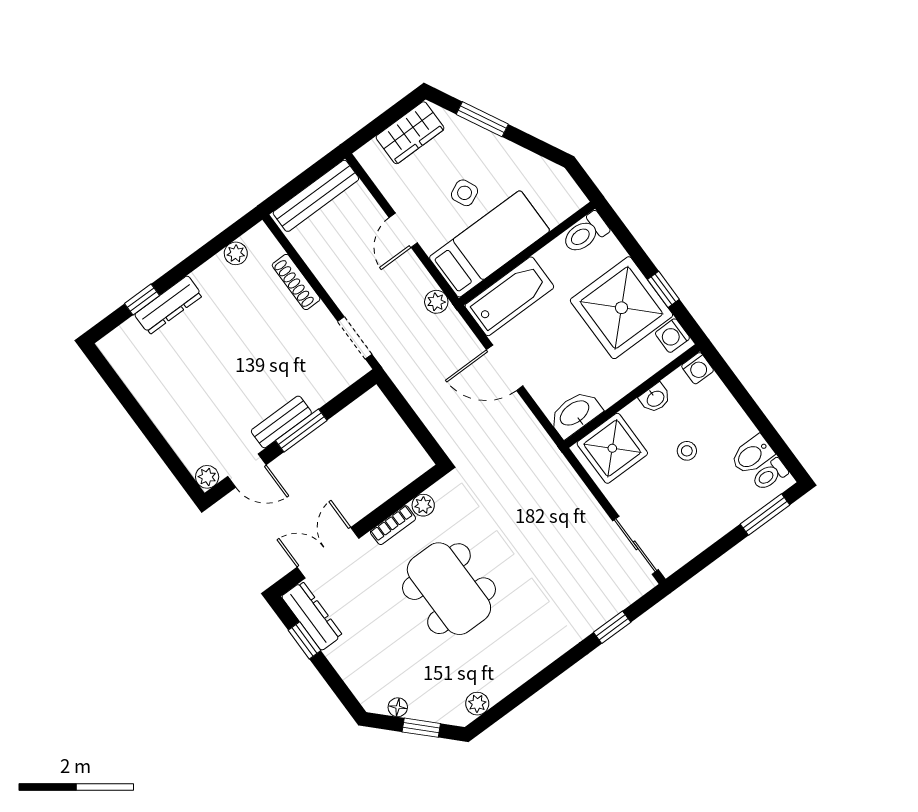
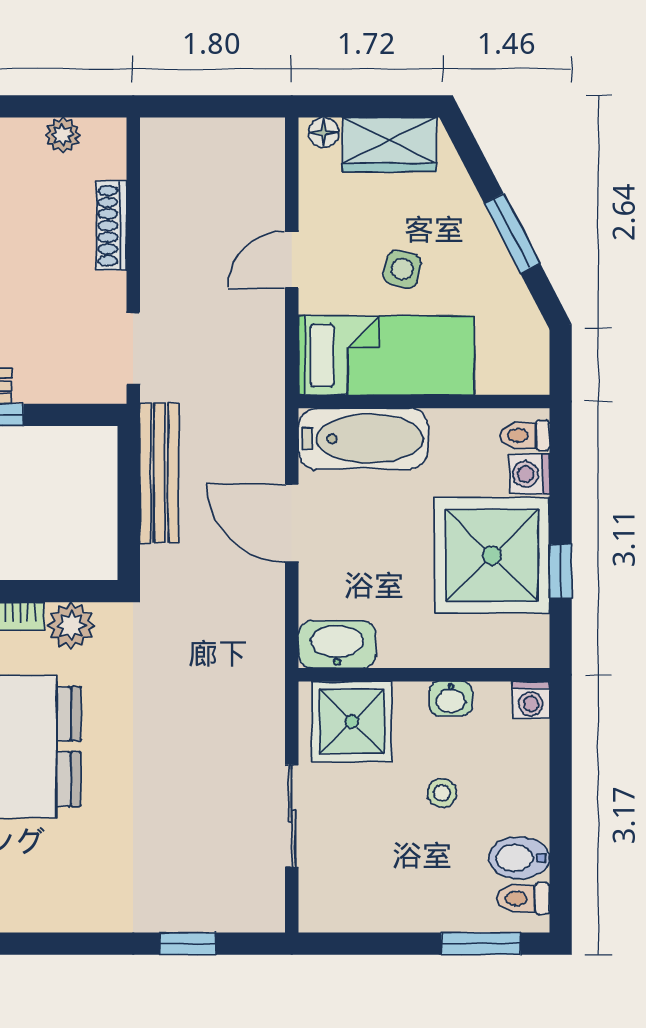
window: (482, 119) -> (512, 233), moved
floor lamp: (371, 152) -> (324, 132), added
side table: (465, 193) -> (402, 269), turned 38
bench: (316, 196) -> (159, 473), moved, turned 90
toilet: (585, 233) -> (525, 435), width x0.73, depth x0.72
plant: (436, 302) -> (267, 379), removed
washing machine: (672, 336) -> (530, 474), moved
plant: (423, 505) -> (71, 625), width x1.38, depth x1.38
sliding door: (636, 545) -> (292, 816), moved

